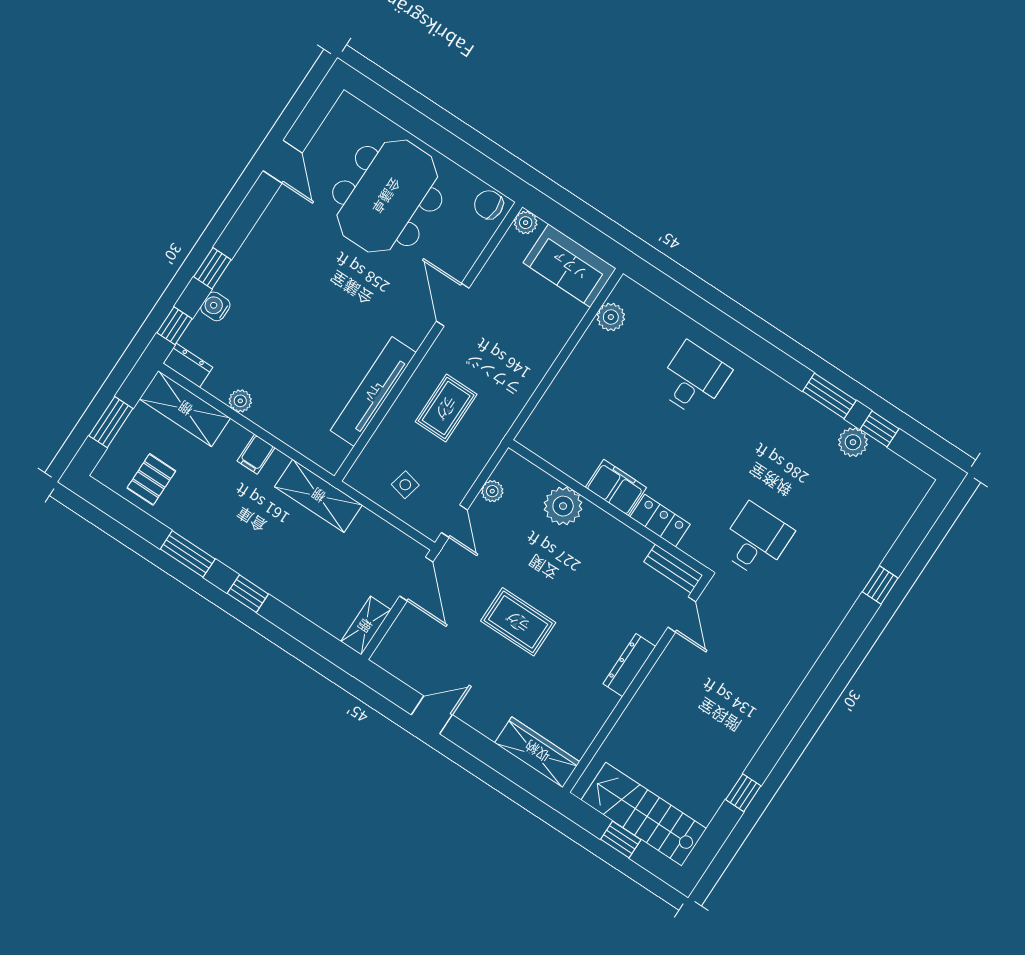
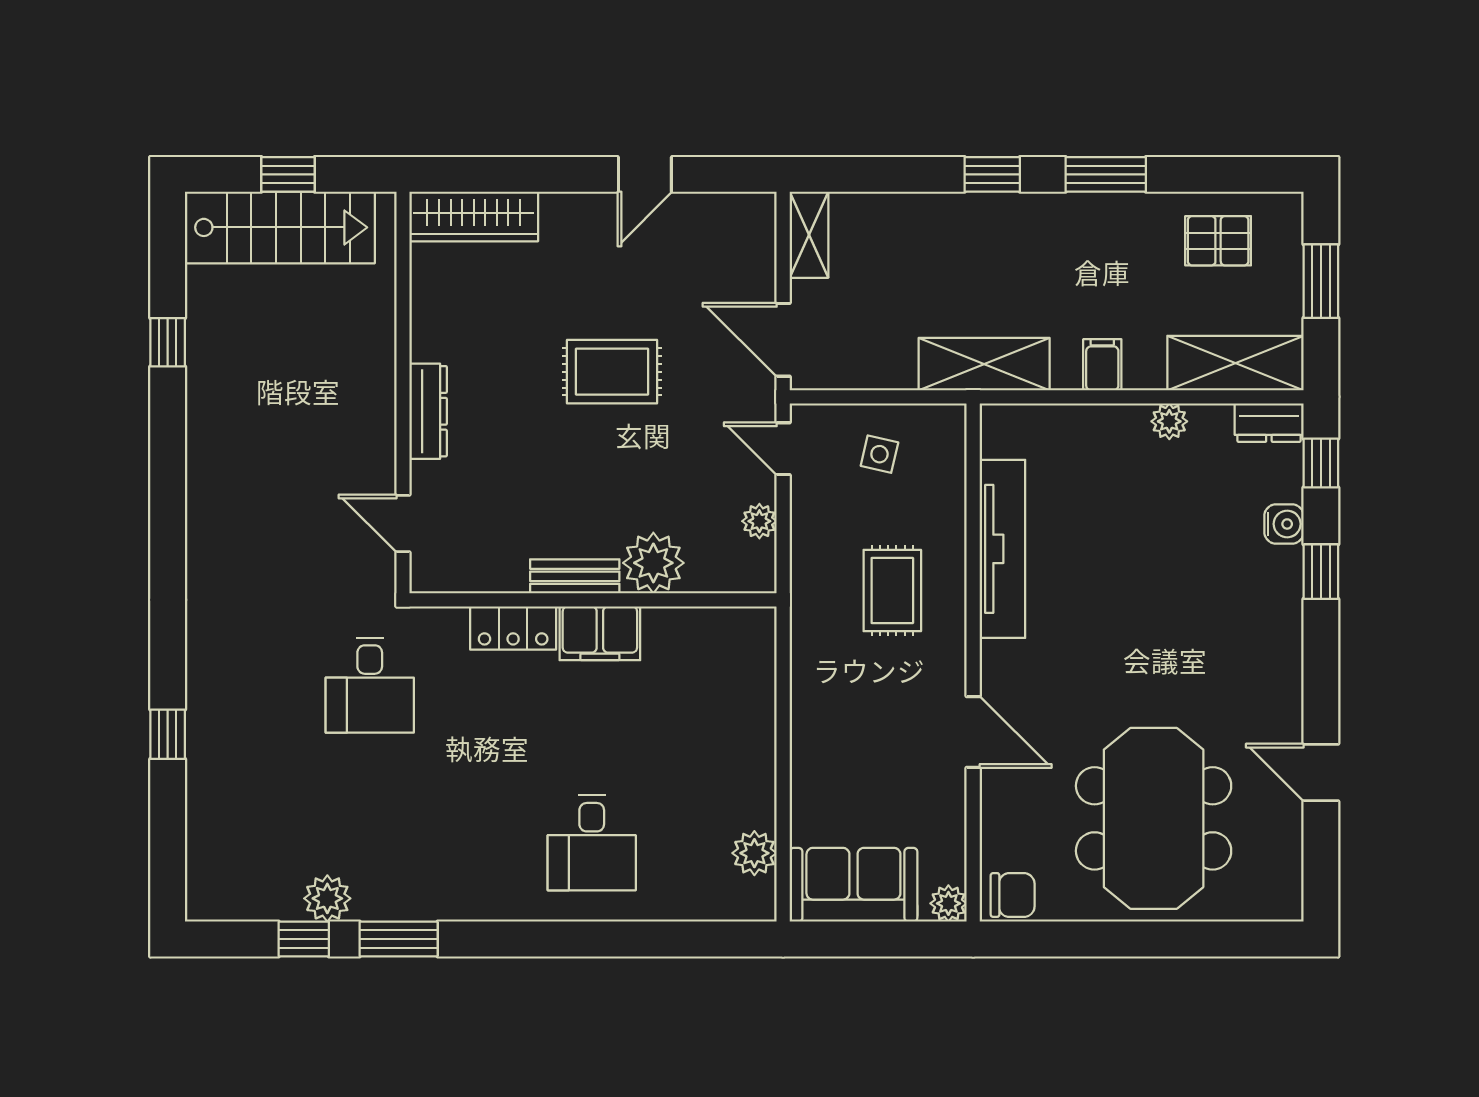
pallet: (151, 479) -> (1218, 241), turned 90
bench: (673, 569) -> (575, 576), moved

